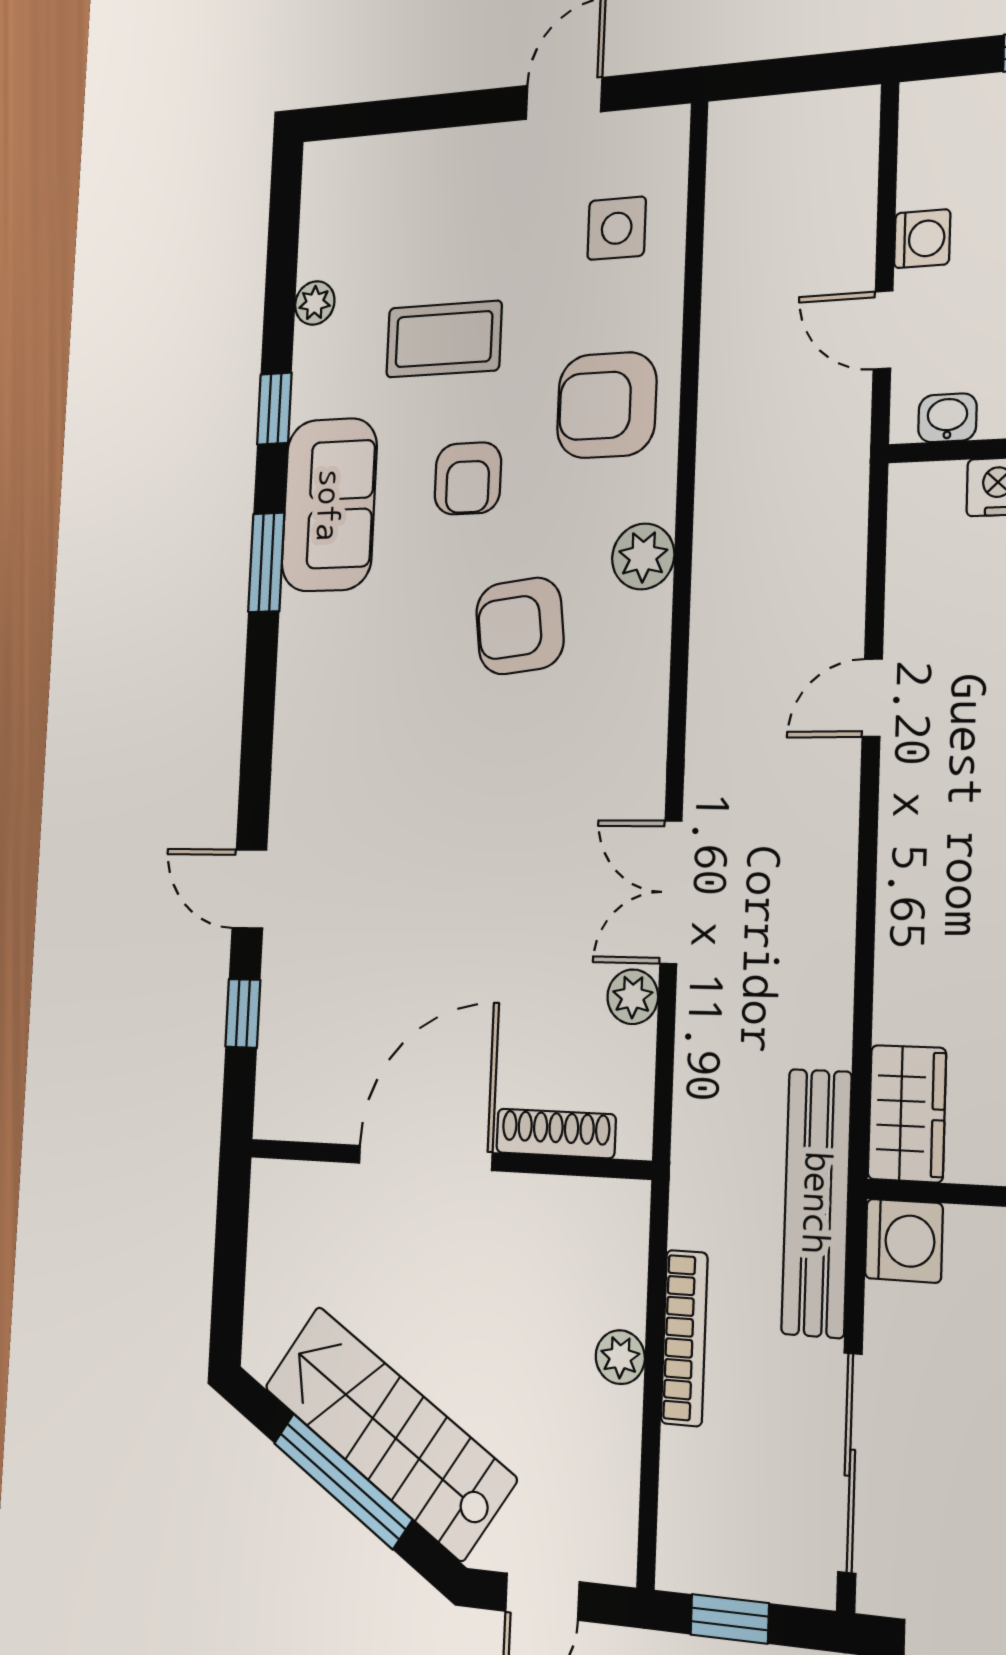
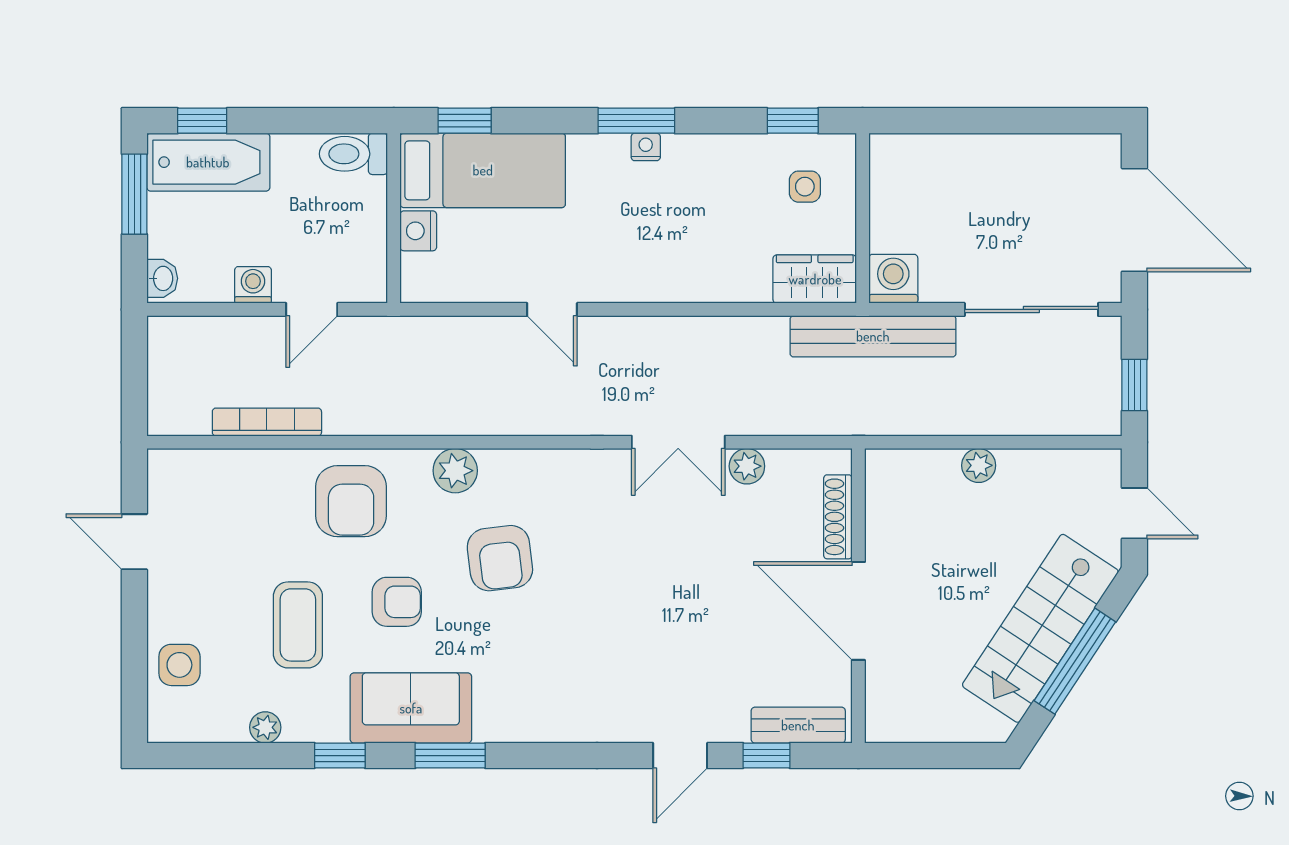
side table: (617, 228) -> (179, 665), moved
washbasin: (947, 418) -> (162, 278), moved, turned 180
bench: (279, 1061) -> (798, 725), added
bookcase: (684, 1338) -> (267, 422), moved

